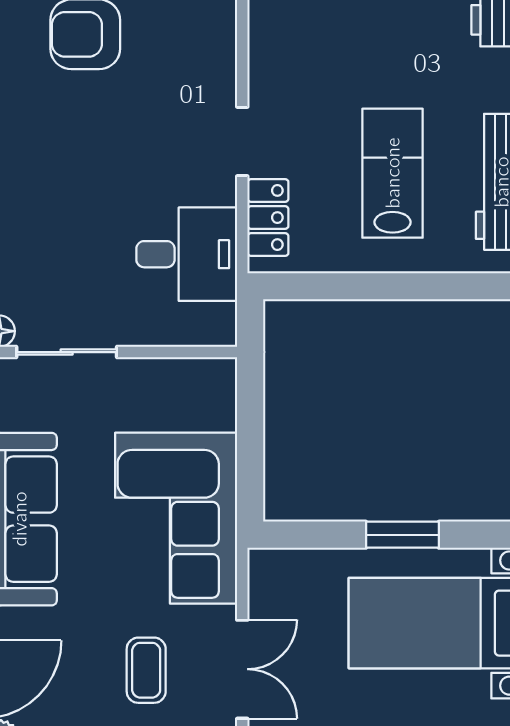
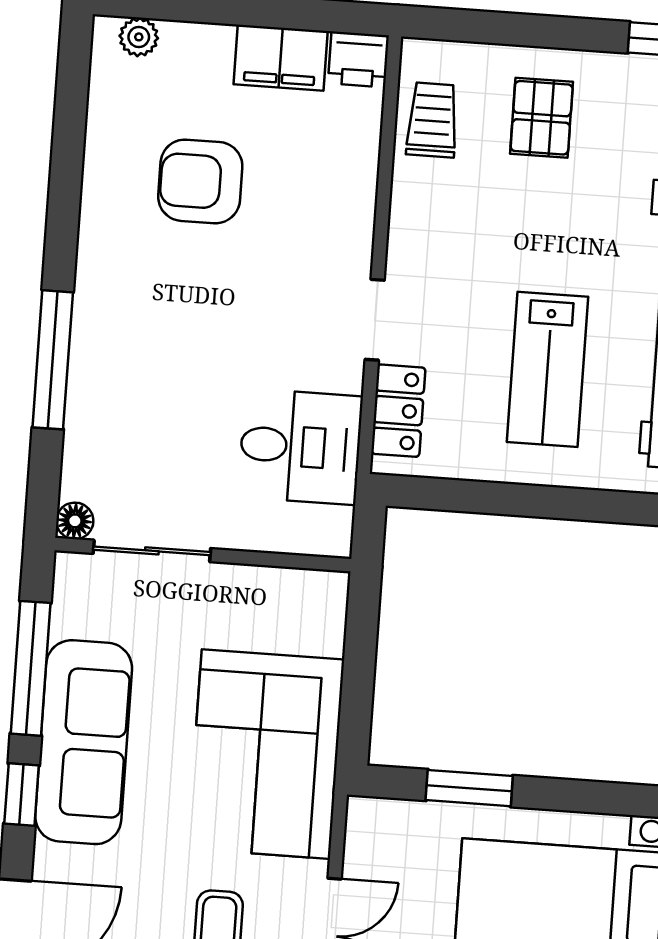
lab bench: (393, 173) -> (548, 369), turned 180
window: (402, 535) -> (469, 788), moved

